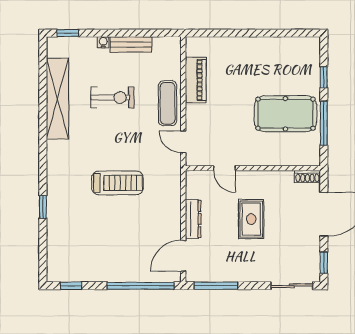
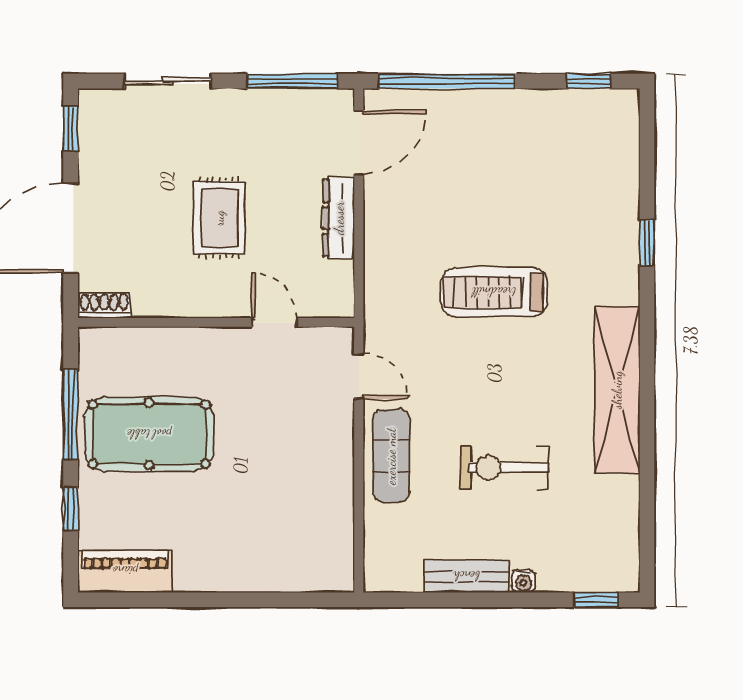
piano: (196, 80) -> (125, 571), moved, turned 90
shelving: (57, 99) -> (617, 390), moved
sliding door: (292, 286) -> (168, 81), moved

